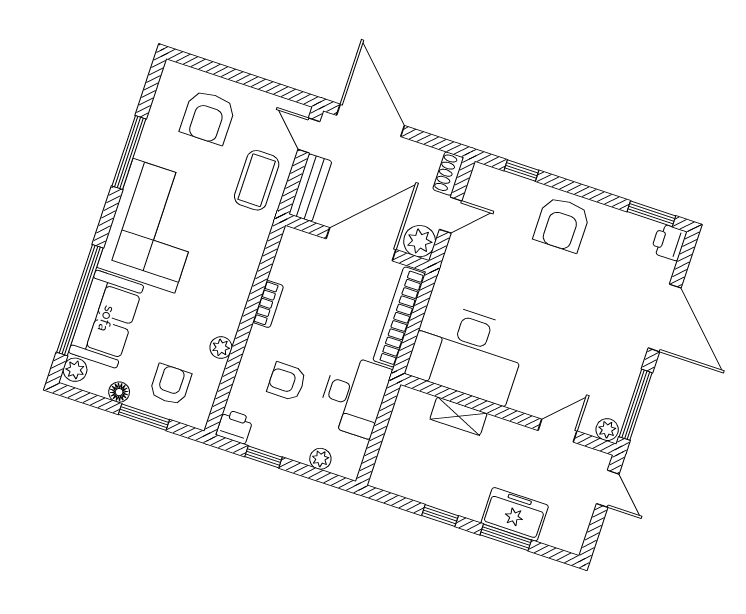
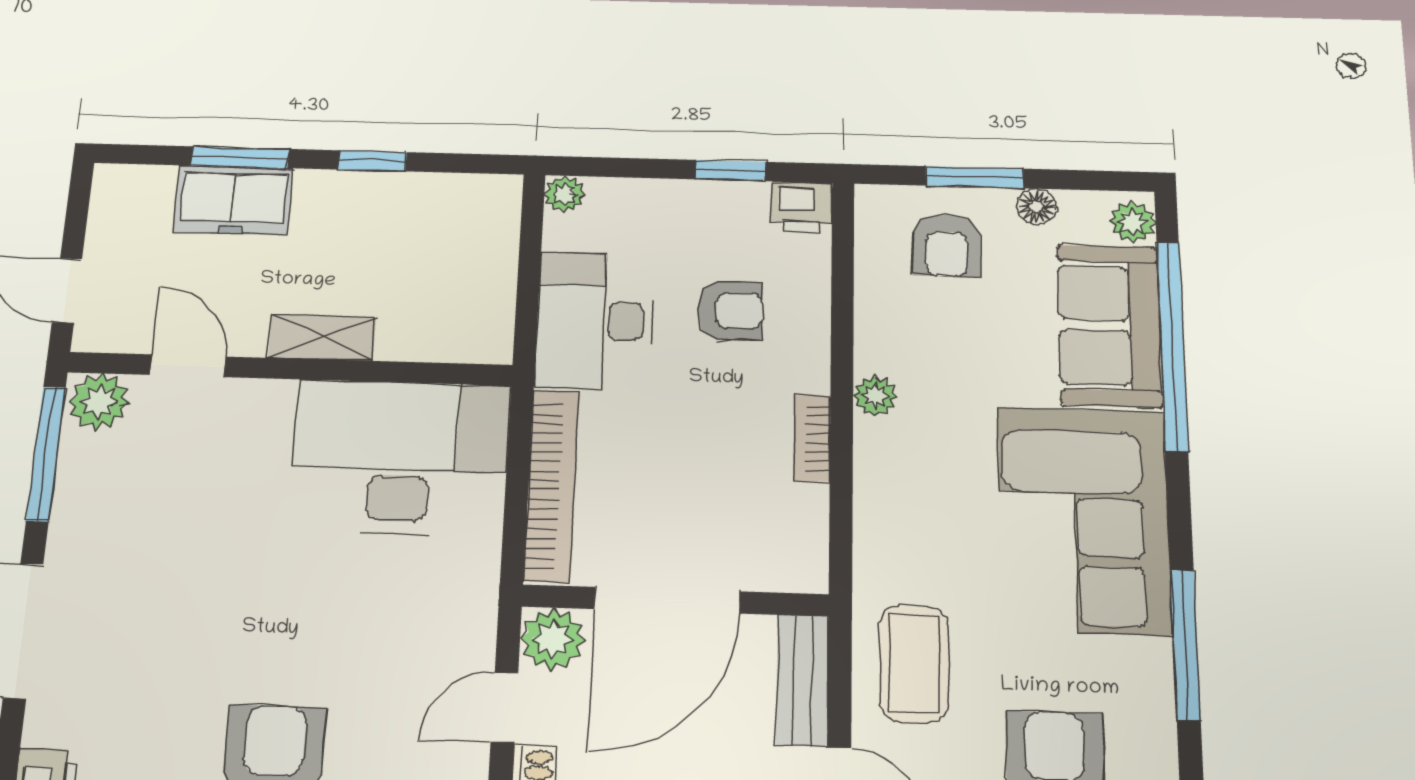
plant: (221, 348) -> (875, 396), moved
shelving: (458, 416) -> (322, 337), moved
plant: (607, 430) -> (99, 402), width x1.38, depth x1.38
door: (558, 431) -> (188, 366), swing flipped
plant: (320, 459) -> (565, 194), moved

